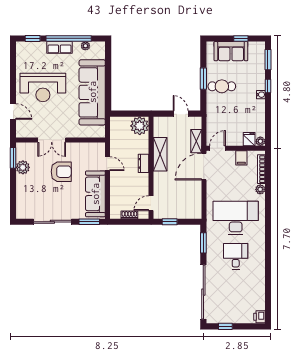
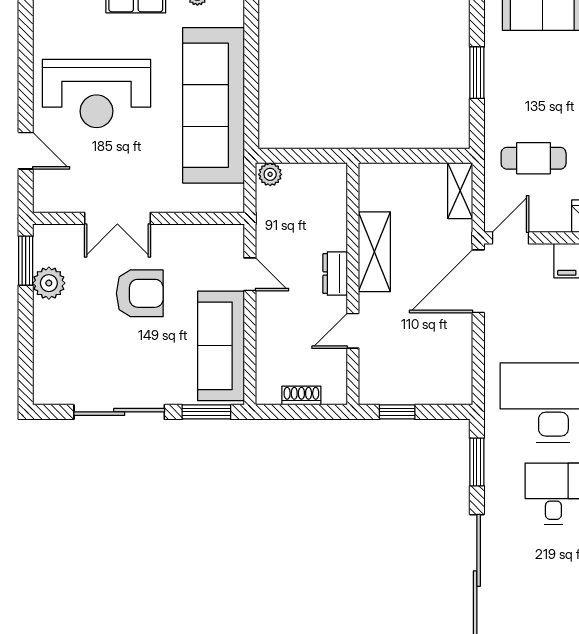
cafe table: (222, 86) -> (534, 158), moved
door: (181, 114) -> (423, 156), removed
plant: (140, 126) -> (270, 174), moved, width x0.53, depth x0.53
shelving: (196, 141) -> (460, 191), moved
door: (151, 203) -> (353, 331), moved

